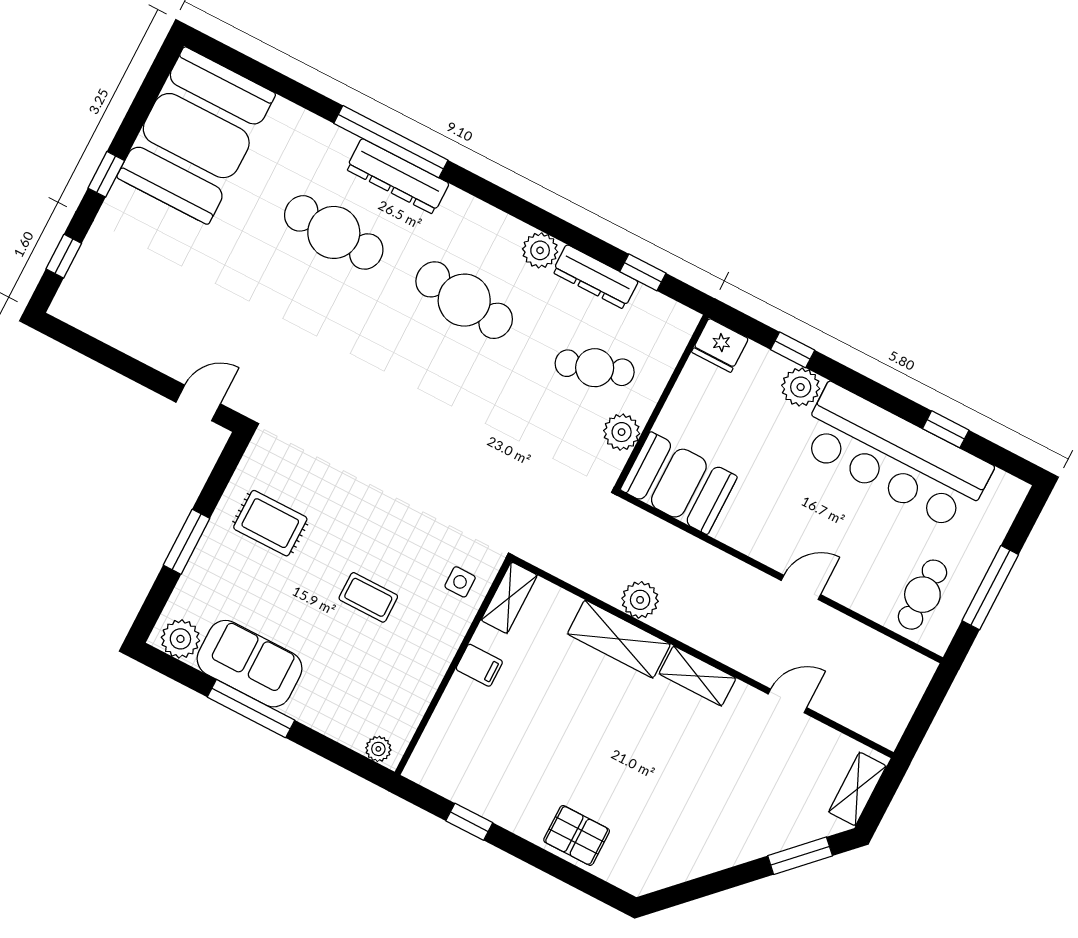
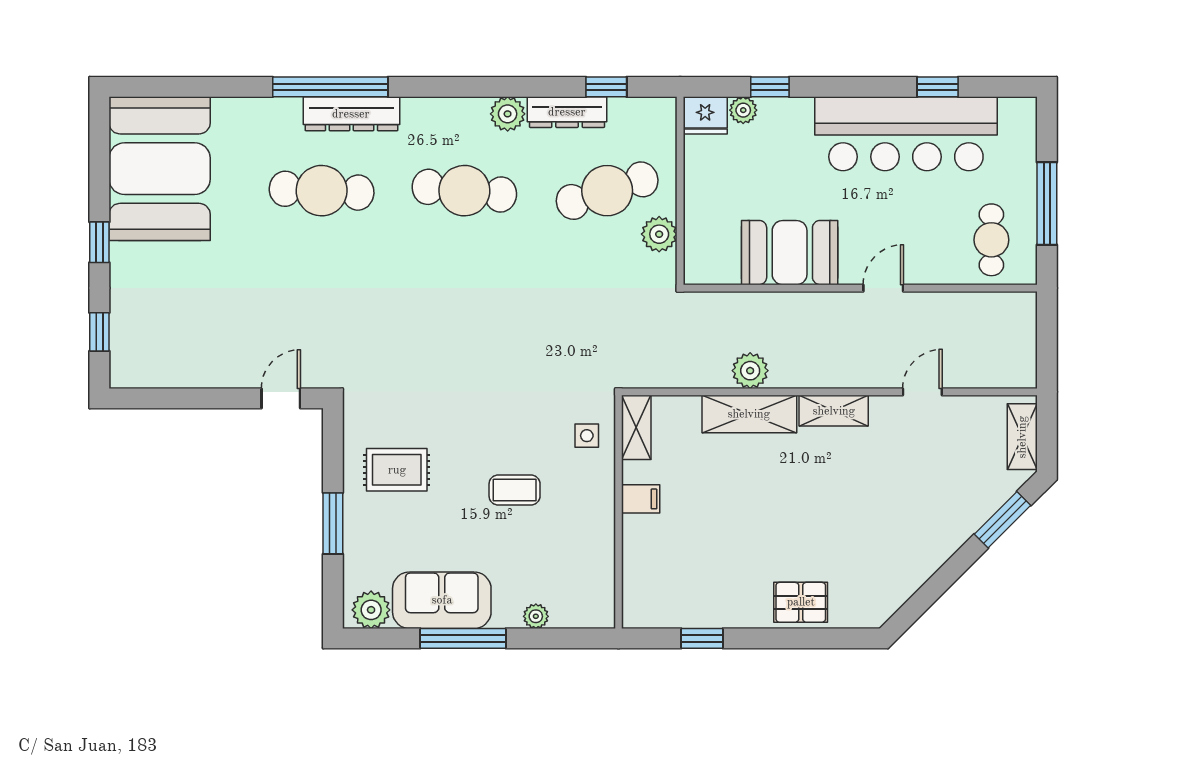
cafe table: (595, 368) -> (607, 191), width x1.37, depth x1.35
plant: (801, 387) -> (743, 110), moved, width x0.73, depth x0.73
booth: (679, 483) -> (790, 253), moved
plant: (378, 749) -> (536, 616), moved

